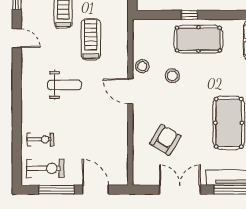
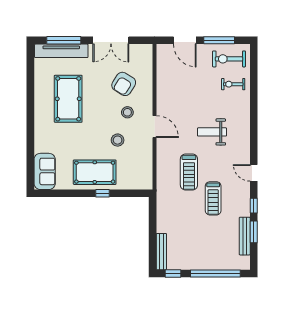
stool: (142, 66) -> (127, 112), moved

